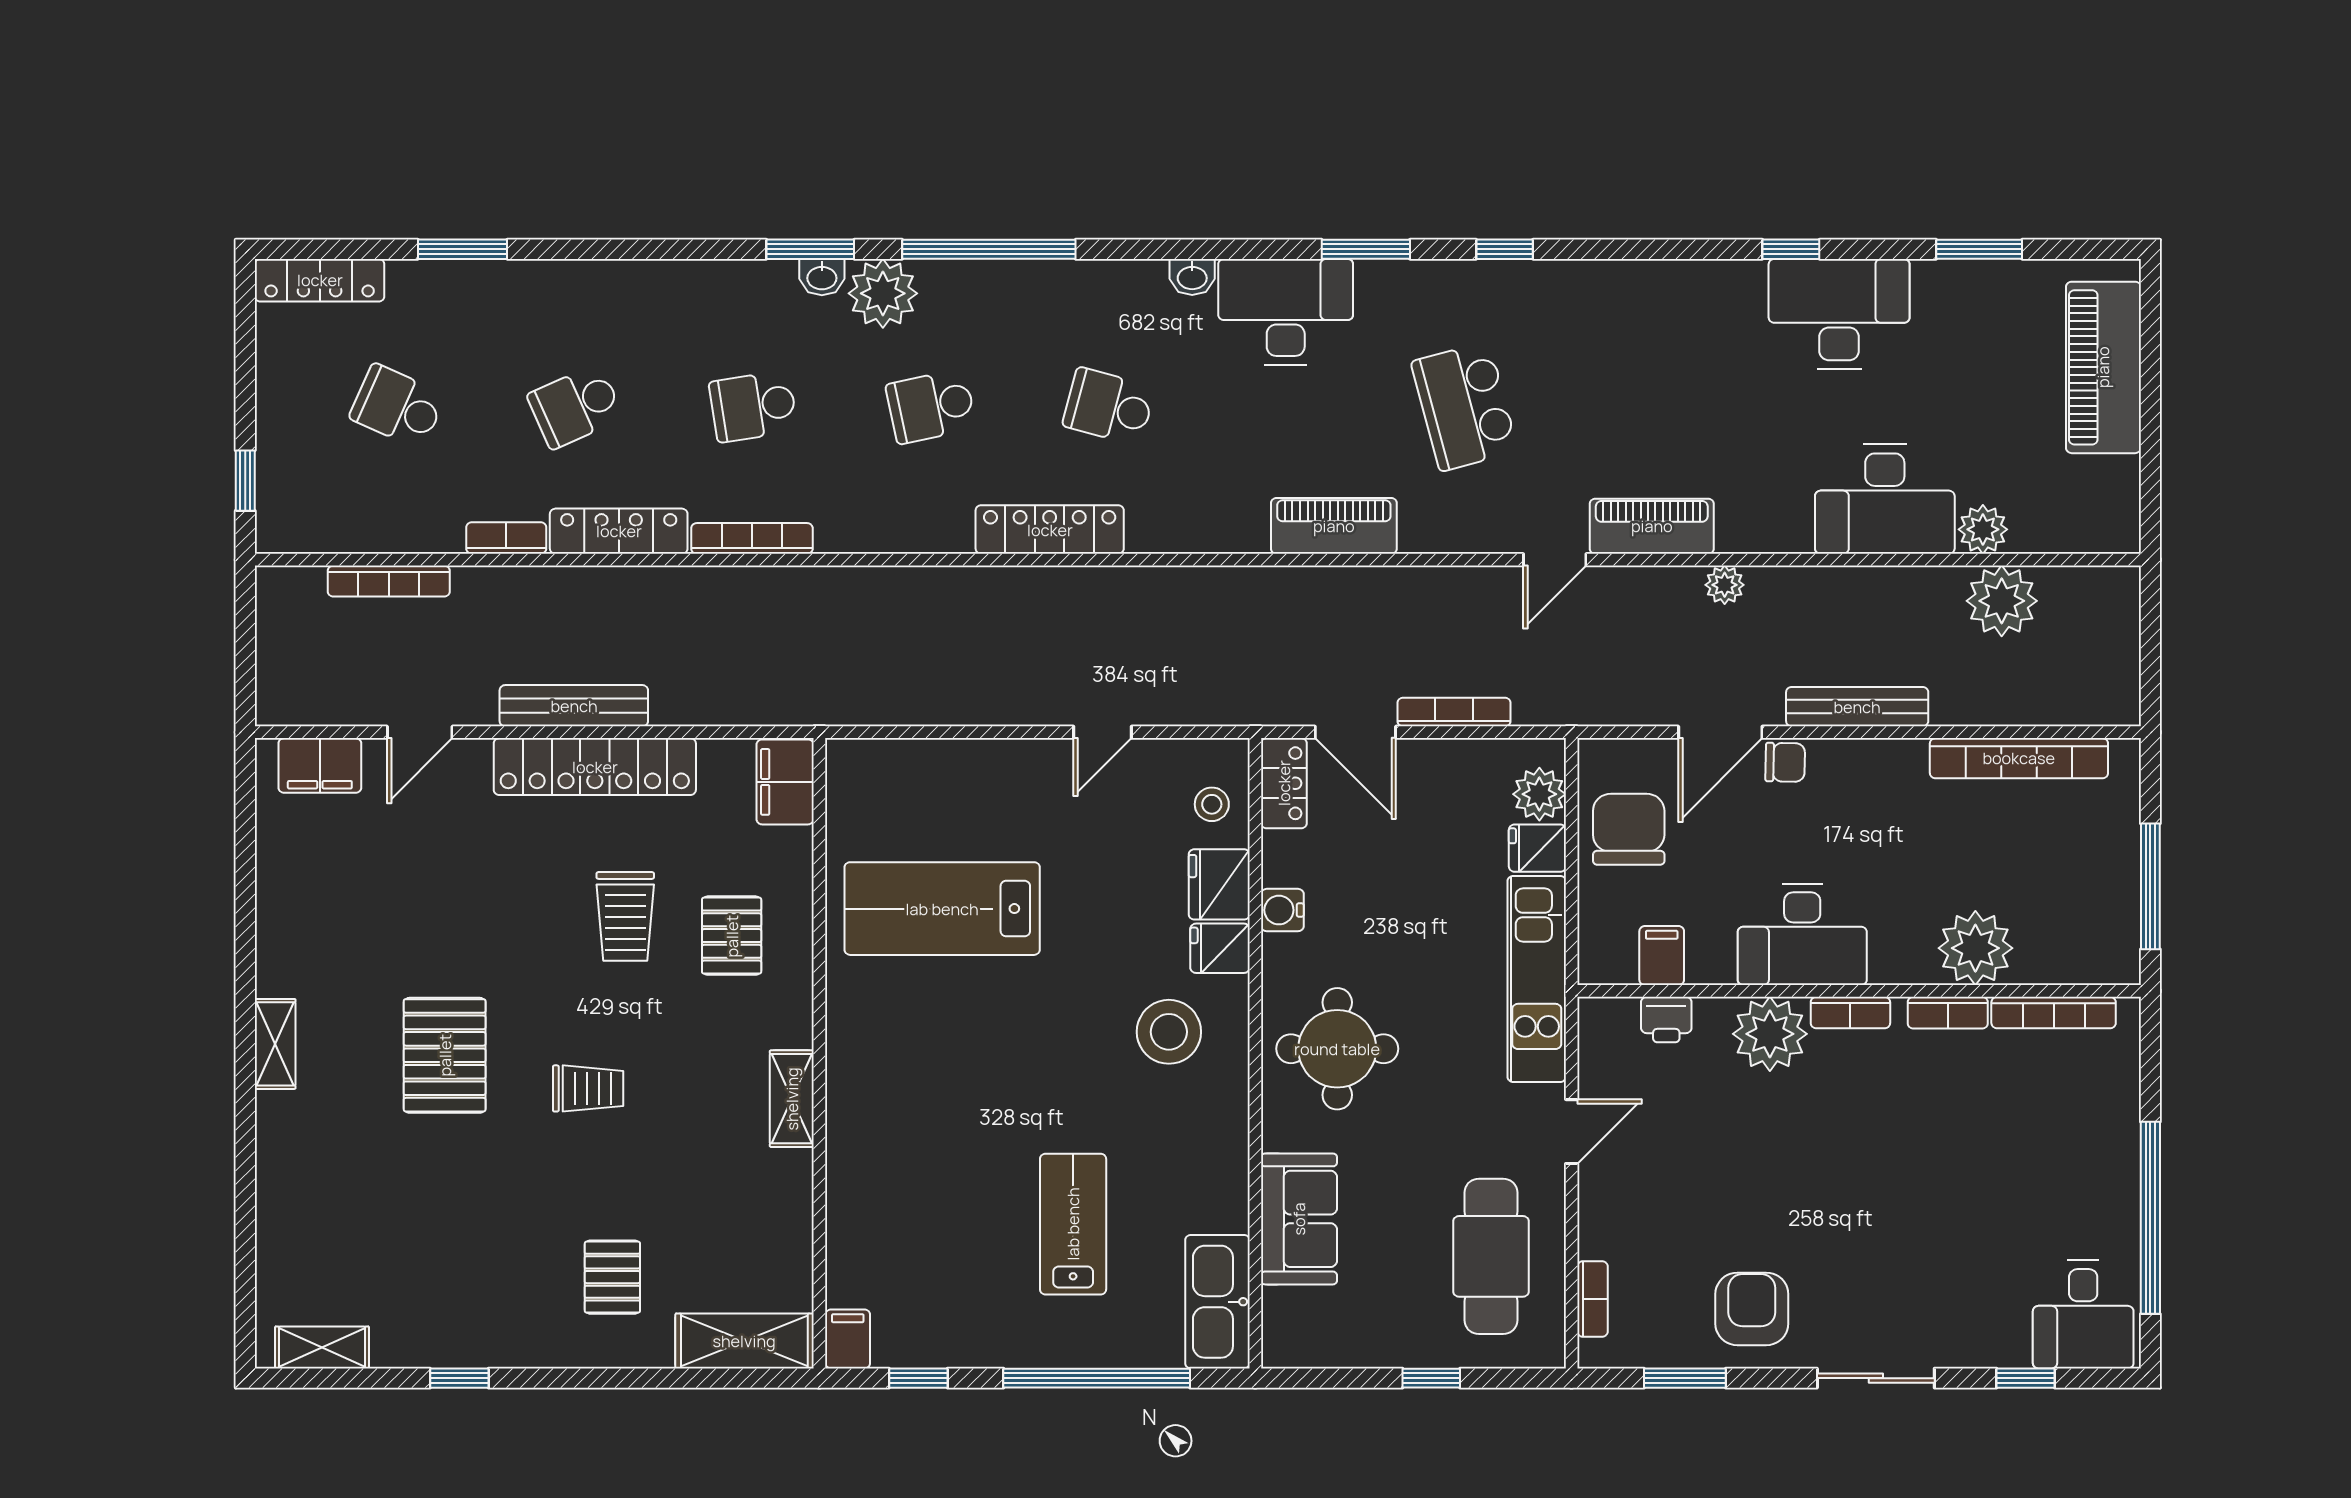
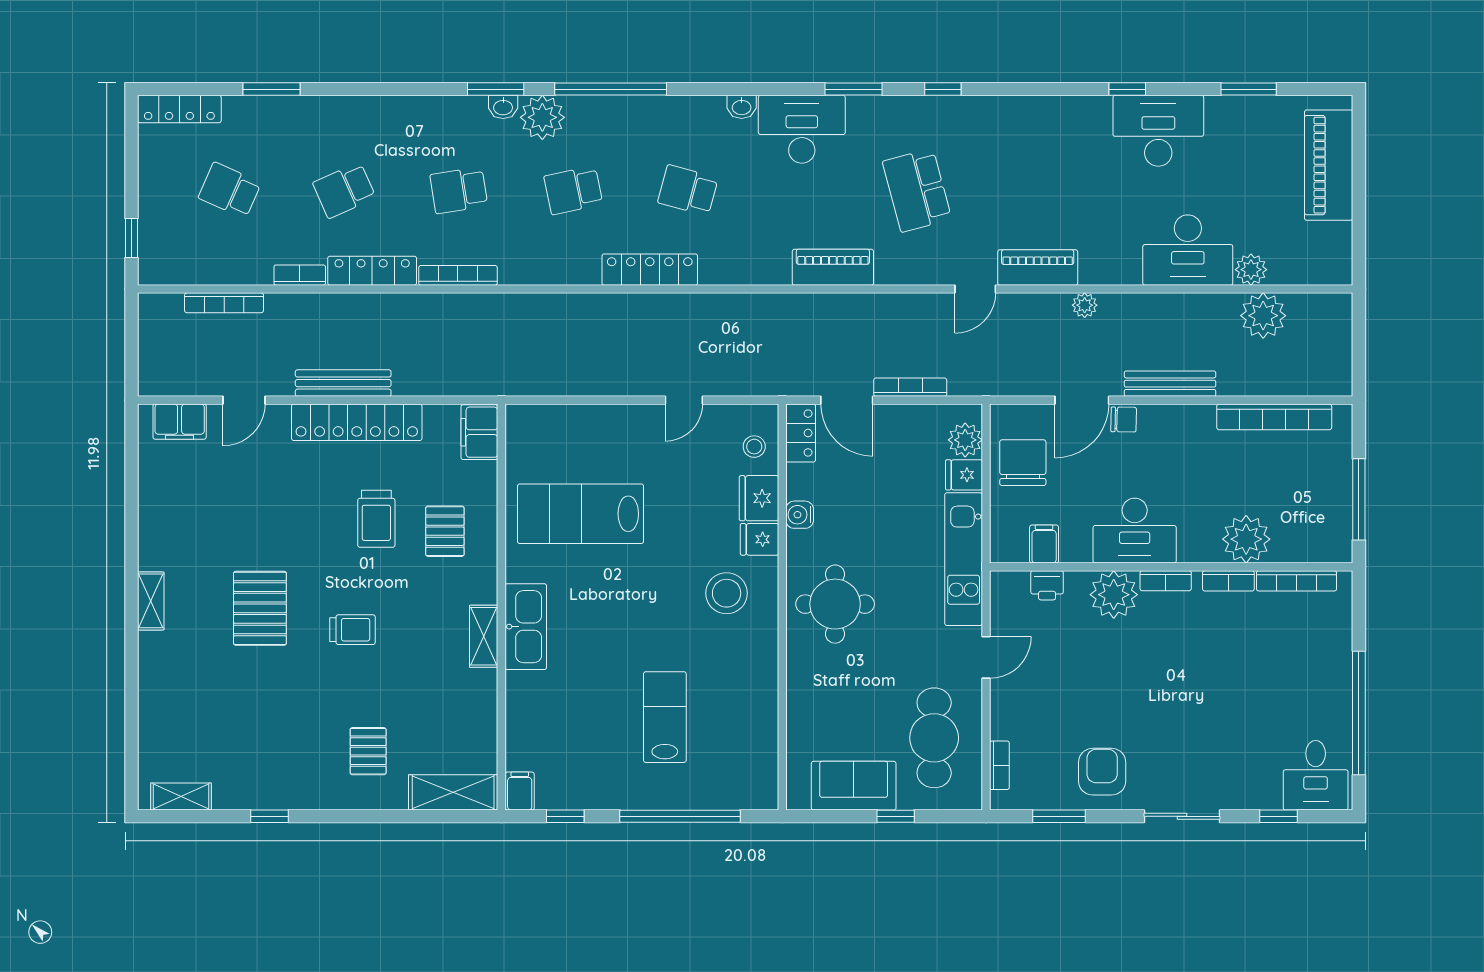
sofa: (1299, 1219) -> (854, 786), moved, turned -90
kitchen sink: (1217, 1302) -> (526, 627), moved, turned 180

